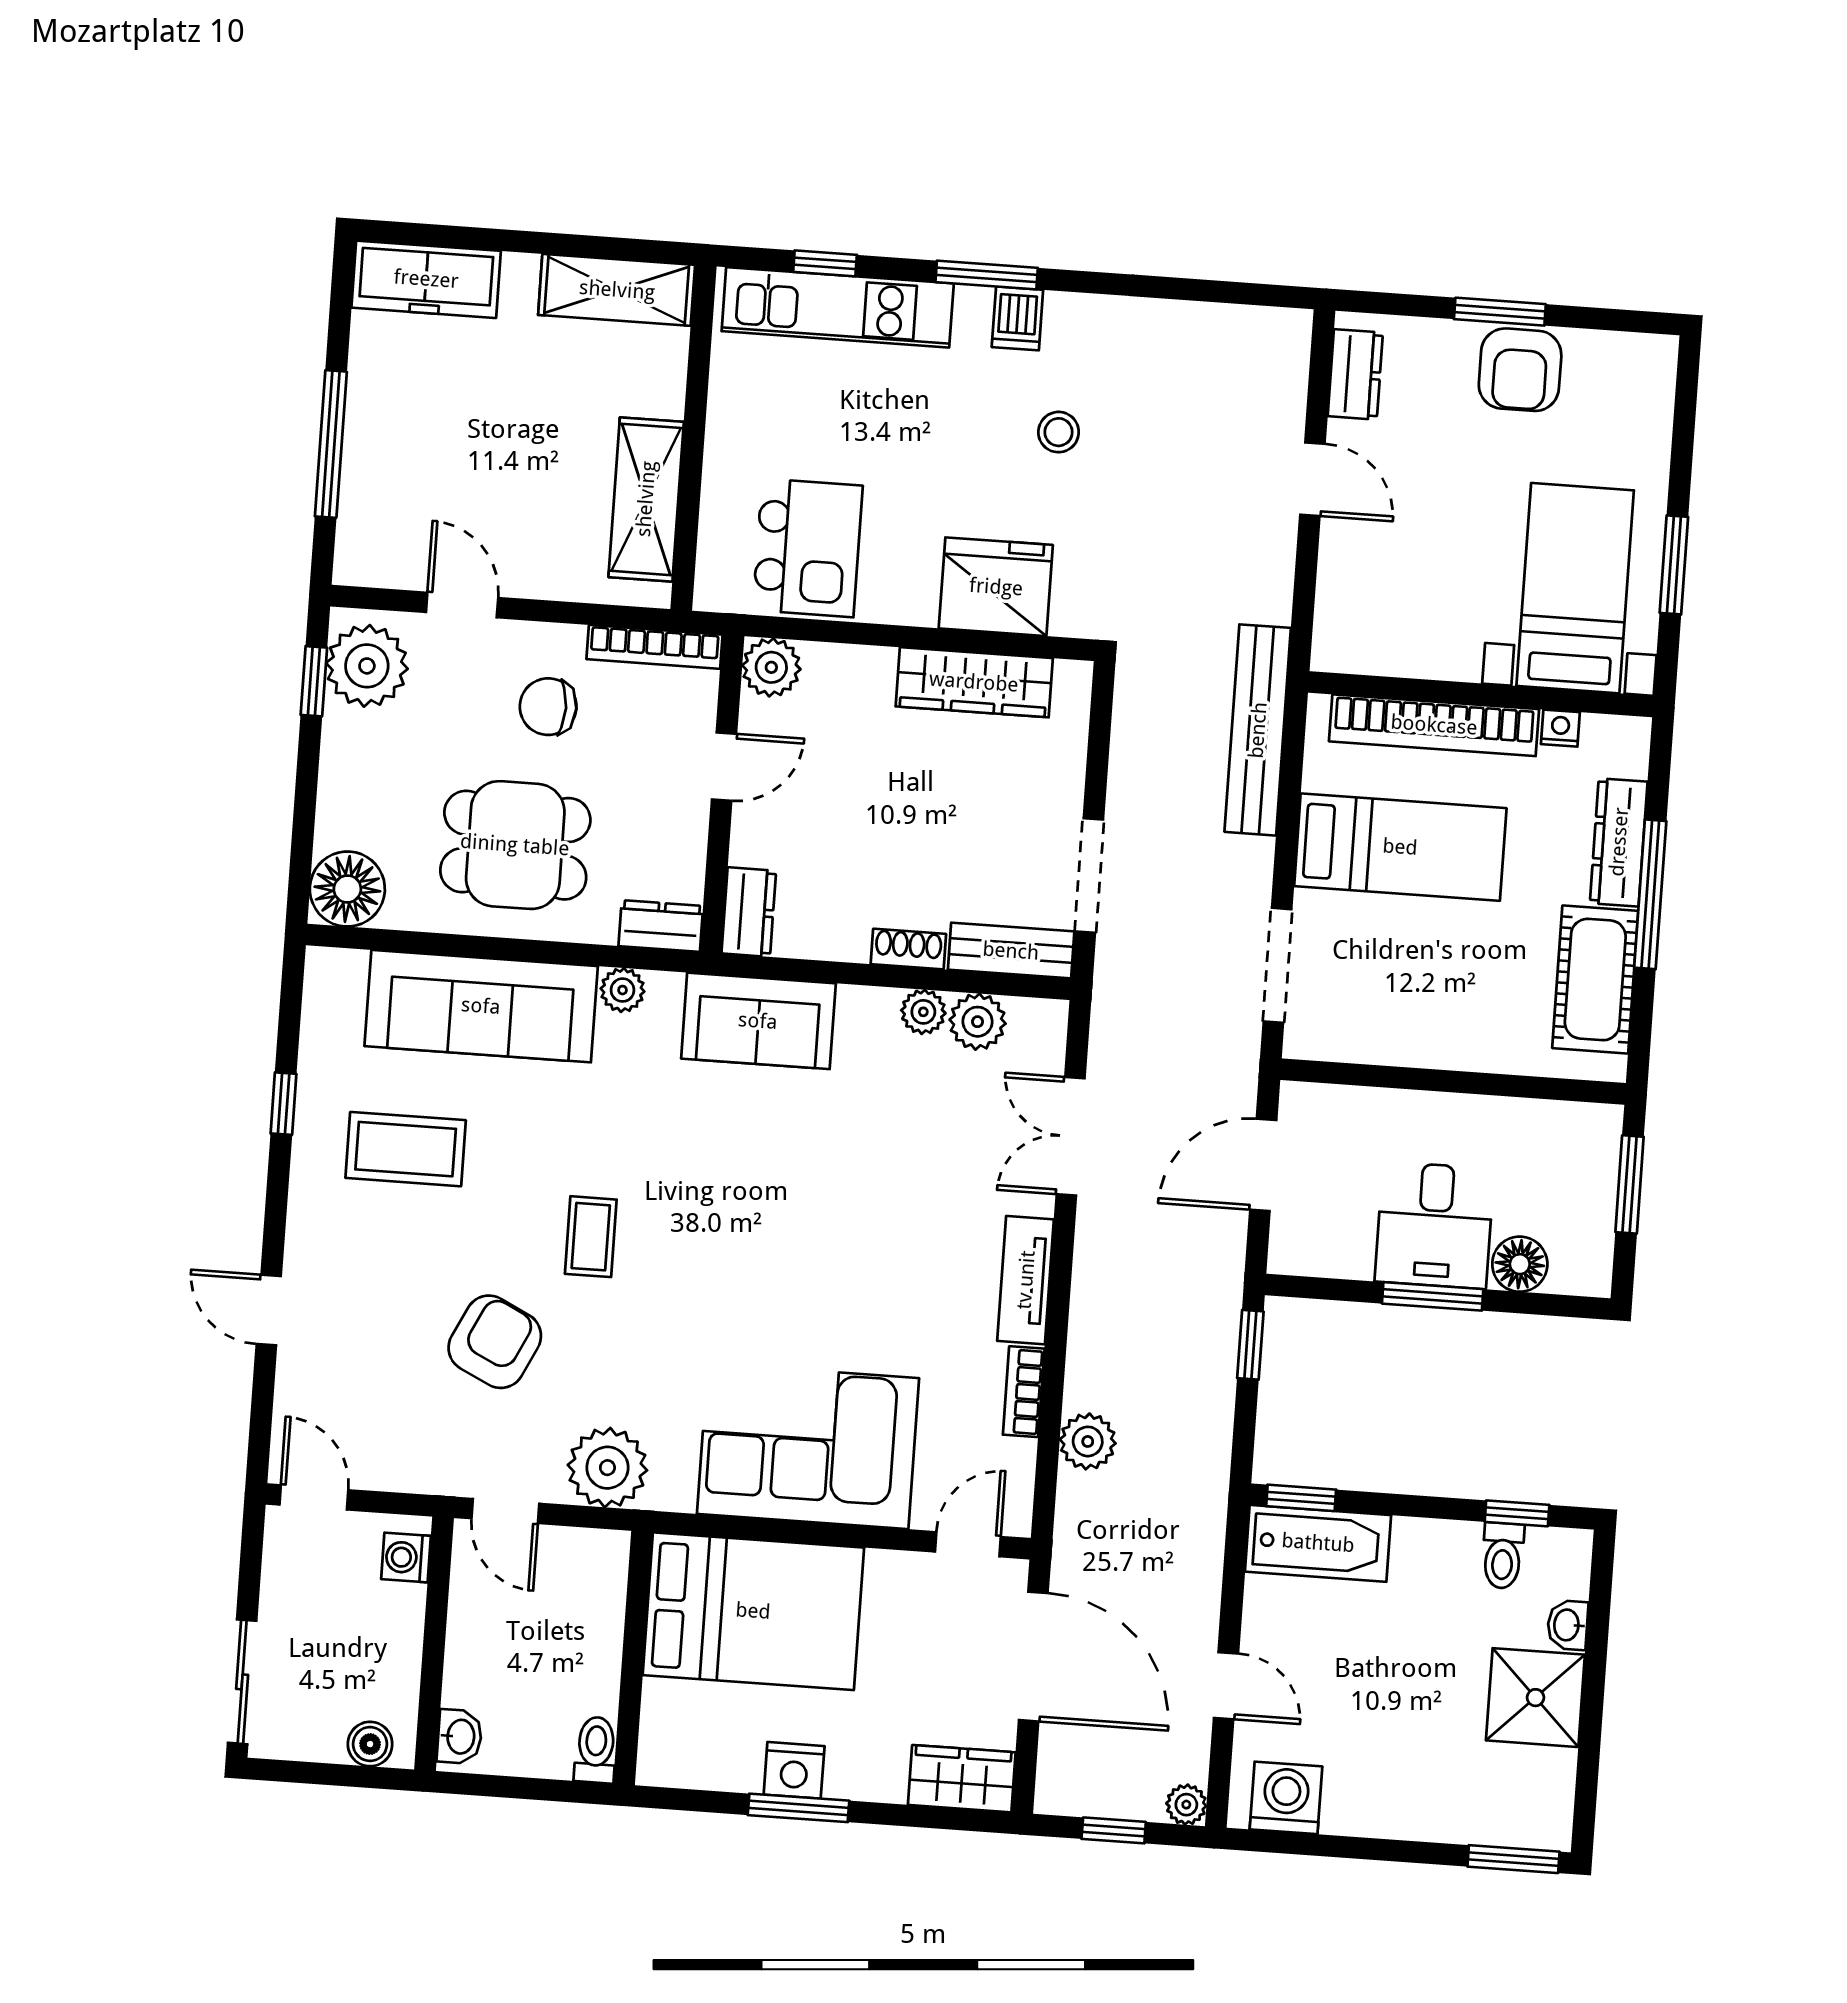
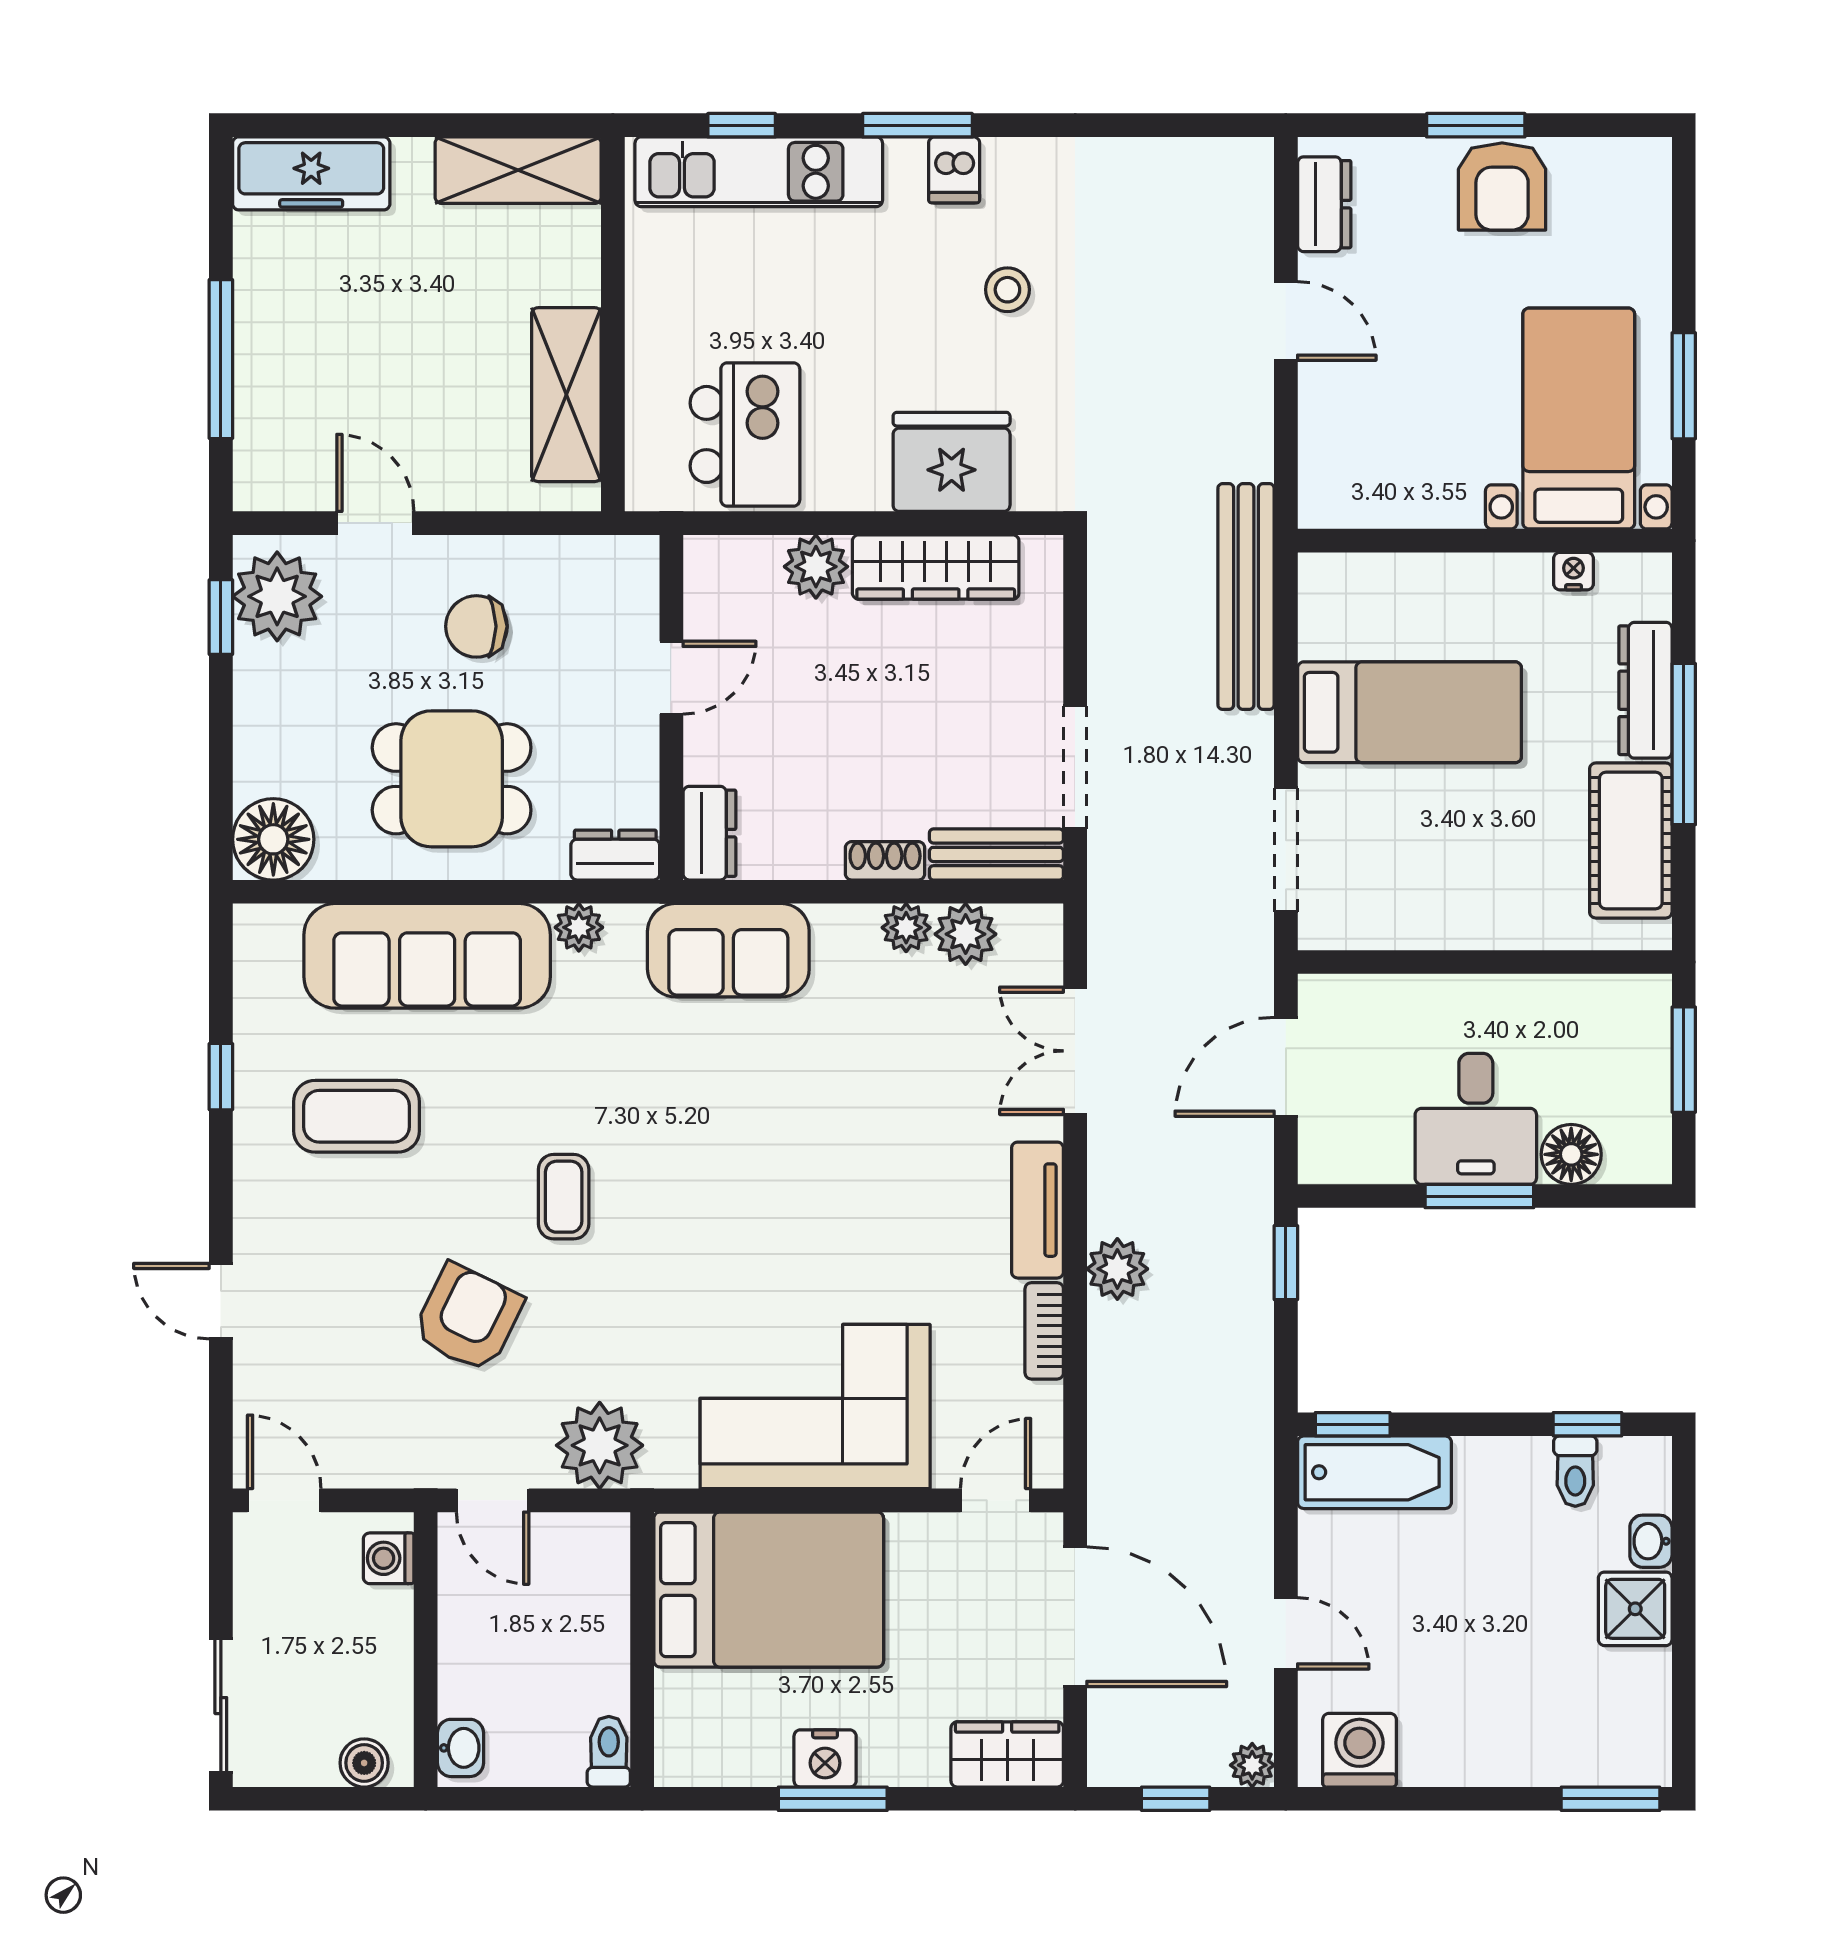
bookcase: (655, 647) -> (587, 553), removed
plant: (771, 667) -> (816, 567), moved
bookcase: (1434, 725) -> (1436, 578), removed
plant: (1088, 1441) -> (1117, 1269), moved
shower: (1535, 1698) -> (1635, 1609), width x0.73, depth x0.73

